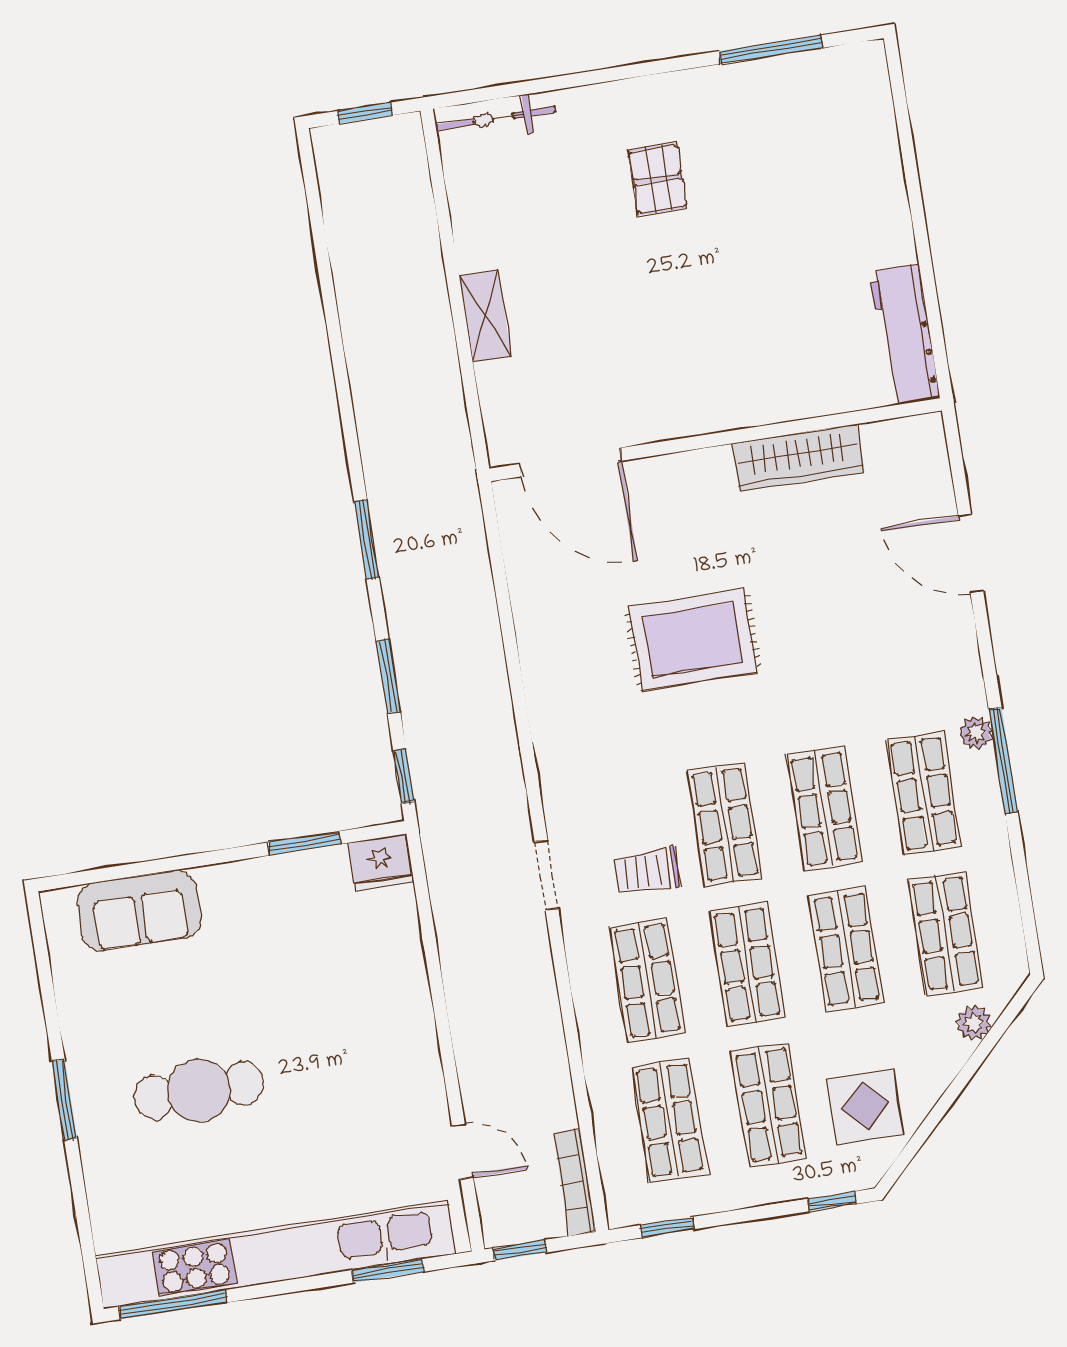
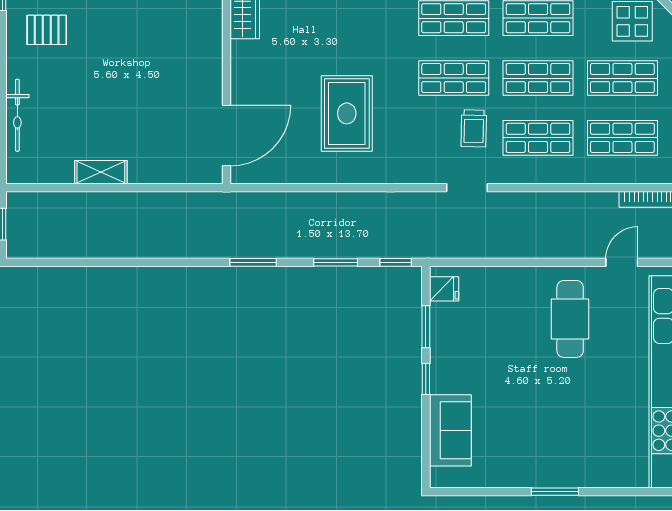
bicycle: (496, 118) -> (17, 115), moved
pallet: (658, 179) -> (47, 30), moved
shelving: (485, 316) -> (101, 172), moved
rug: (693, 640) -> (347, 113), moved
window: (218, 857) -> (426, 379), added
fridge: (380, 862) -> (444, 289), width x0.72
cafe table: (199, 1090) -> (570, 319), moved

